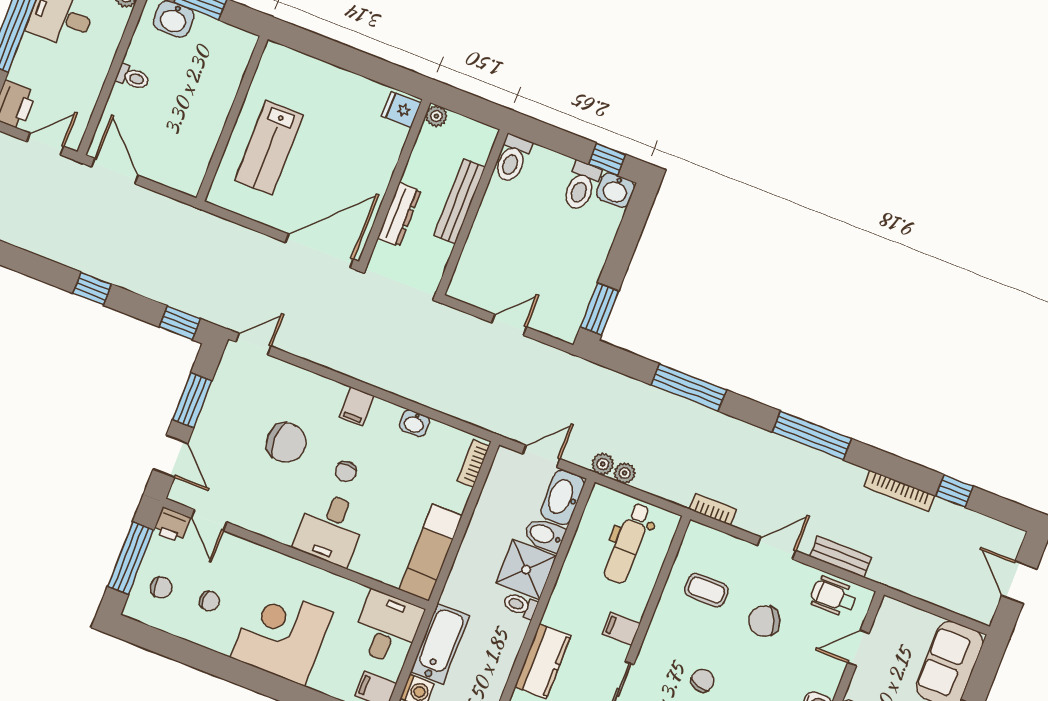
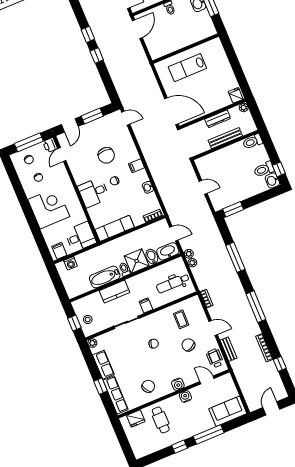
dresser: (399, 214) -> (218, 119), moved
window: (180, 323) -> (88, 34), moved
bathtub: (440, 644) -> (105, 277), moved, turned 180

